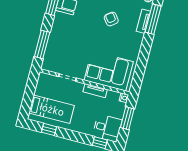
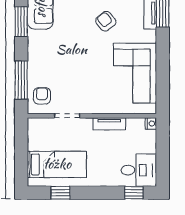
armchair: (54, 59) -> (42, 96), added
corner sofa: (109, 71) -> (135, 73), moved, turned -90
window: (127, 118) -> (163, 150), removed

